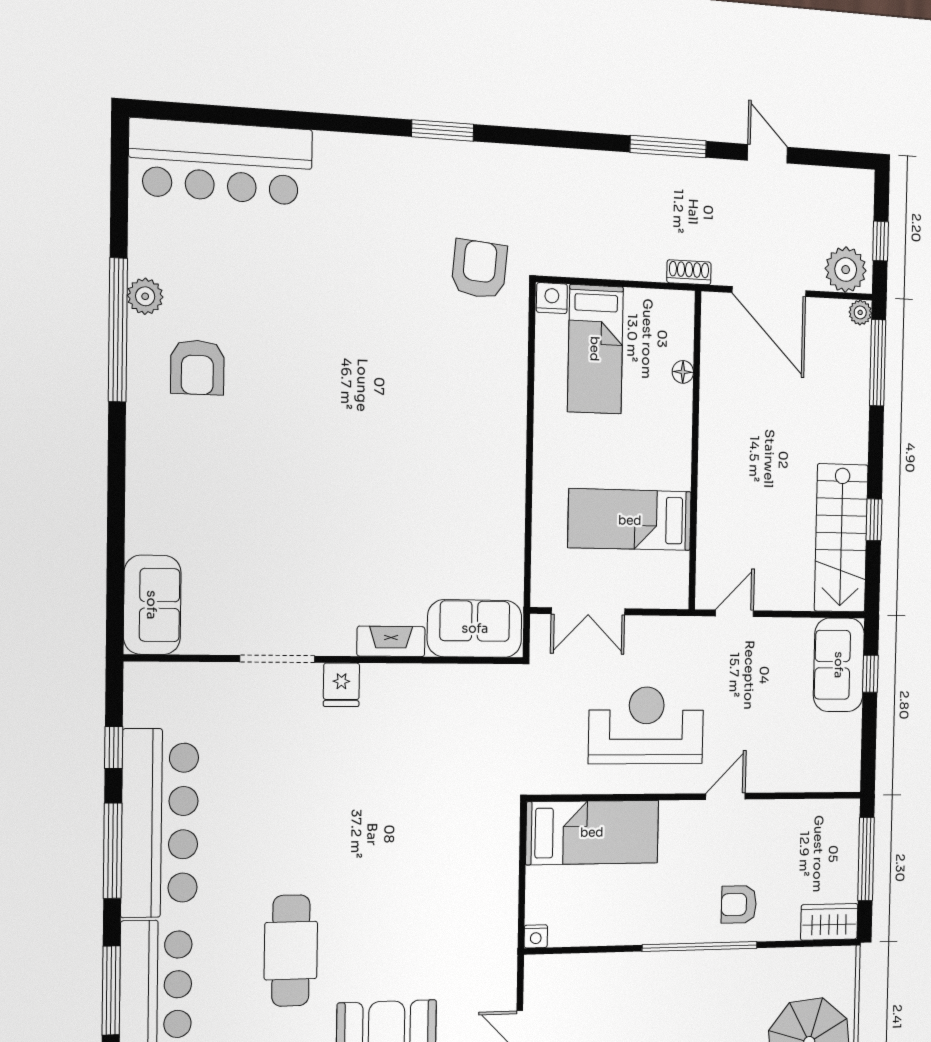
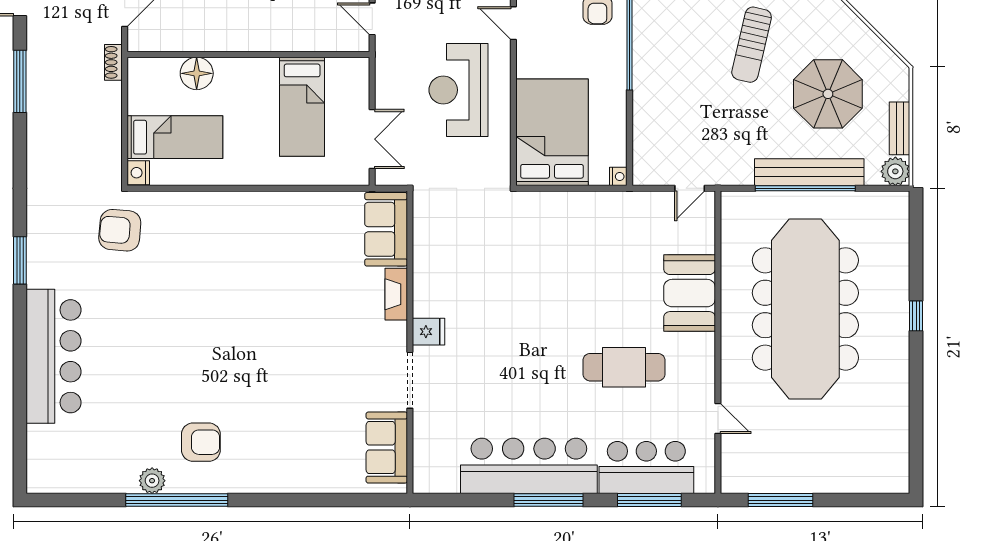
bar counter: (221, 162) -> (54, 356), moved
floor lamp: (683, 372) -> (197, 73), width x1.89, depth x1.89
sofa: (152, 605) -> (387, 448), moved, turned -90
window: (114, 748) -> (474, 500), removed
bed: (592, 832) -> (552, 132), width x1.50

